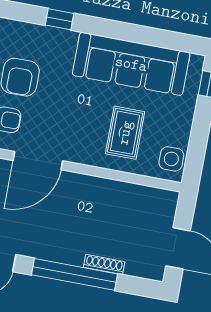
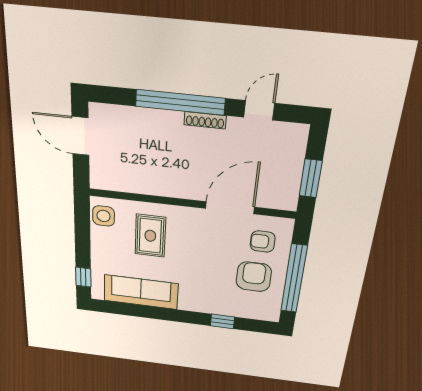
sofa: (131, 64) -> (141, 292), width x0.74, depth x0.79
shoe rack: (104, 264) -> (205, 120), moved

